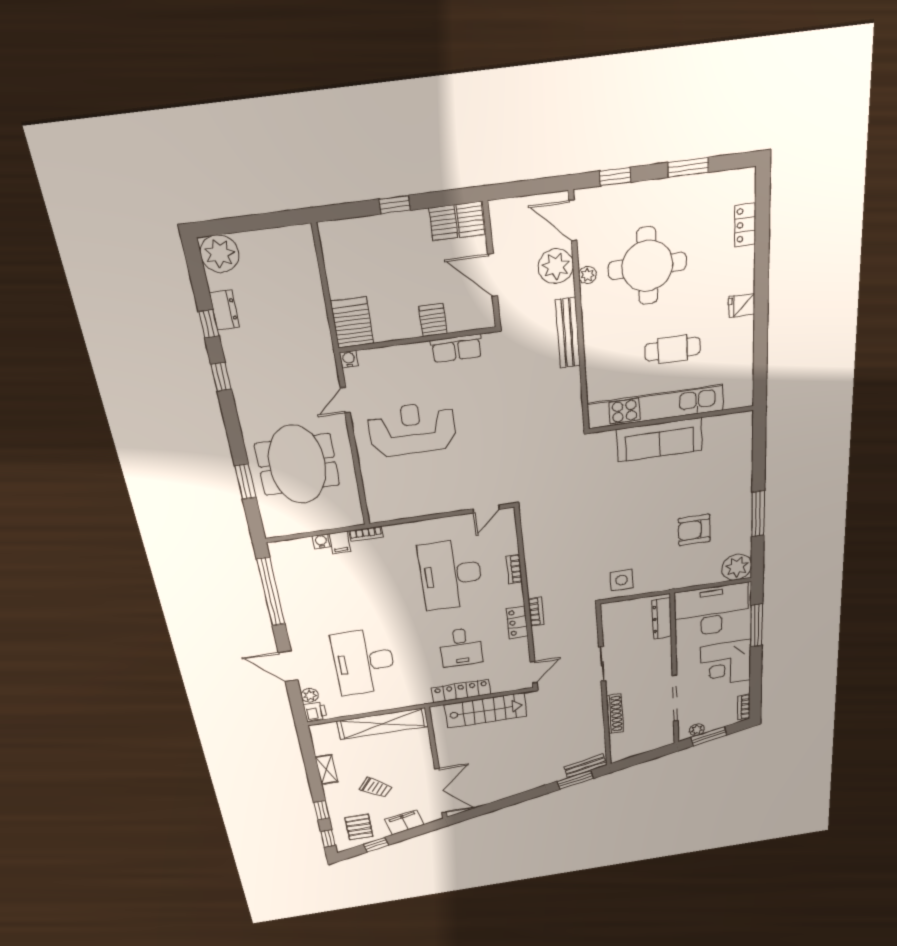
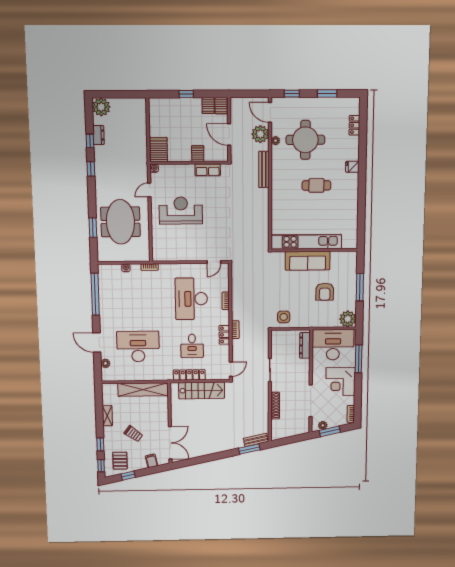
kitchen unit: (656, 407) -> (306, 242), moved
wall: (671, 419) -> (314, 250), moved
sofa: (659, 440) -> (308, 261), moved
armchair: (694, 530) -> (325, 292), turned -90
filing cabinet: (340, 542) -> (136, 270), removed
desk: (364, 662) -> (138, 346), turned 90
printer: (315, 712) -> (107, 375), removed
filing cabinet: (404, 822) -> (152, 461), width x0.50

